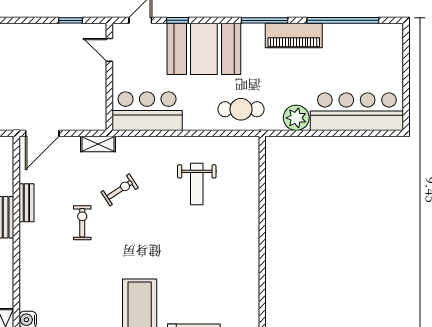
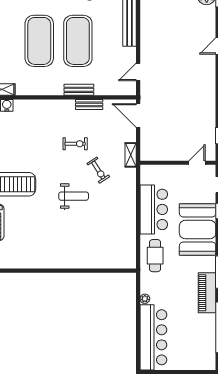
bar counter: (147, 111) -> (154, 209), moved
plant: (296, 118) -> (145, 299), width x0.53, depth x0.53
weight bench: (197, 184) -> (74, 196), moved, turned 180

